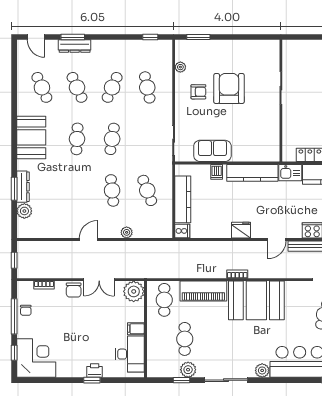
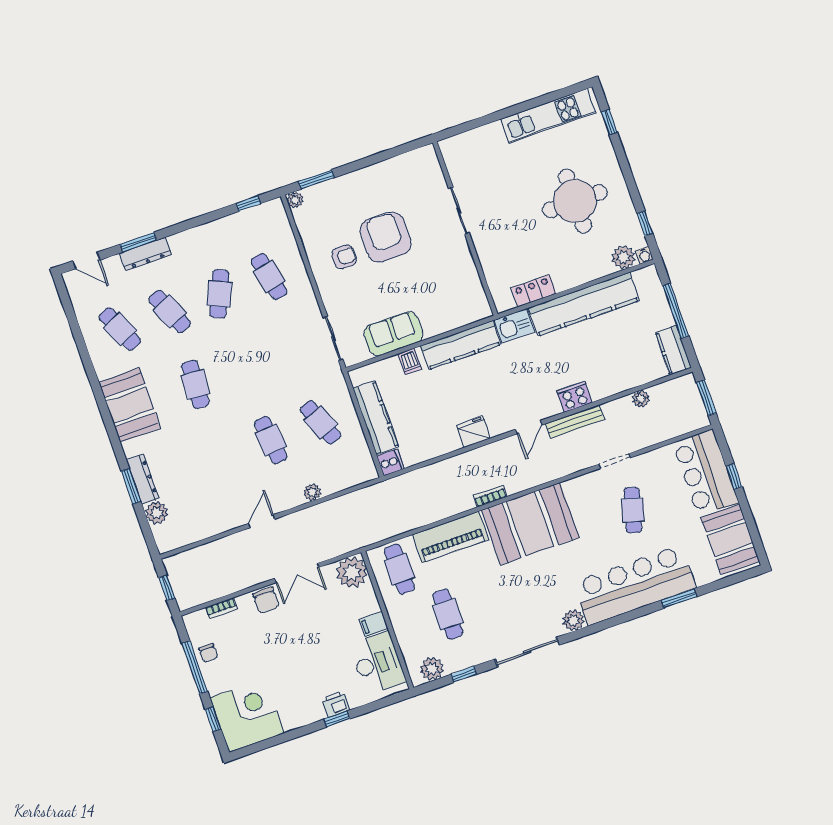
plant: (180, 67) -> (295, 200), moved
cafe table: (112, 139) -> (245, 367), removed
plant: (188, 370) -> (432, 669), moved

